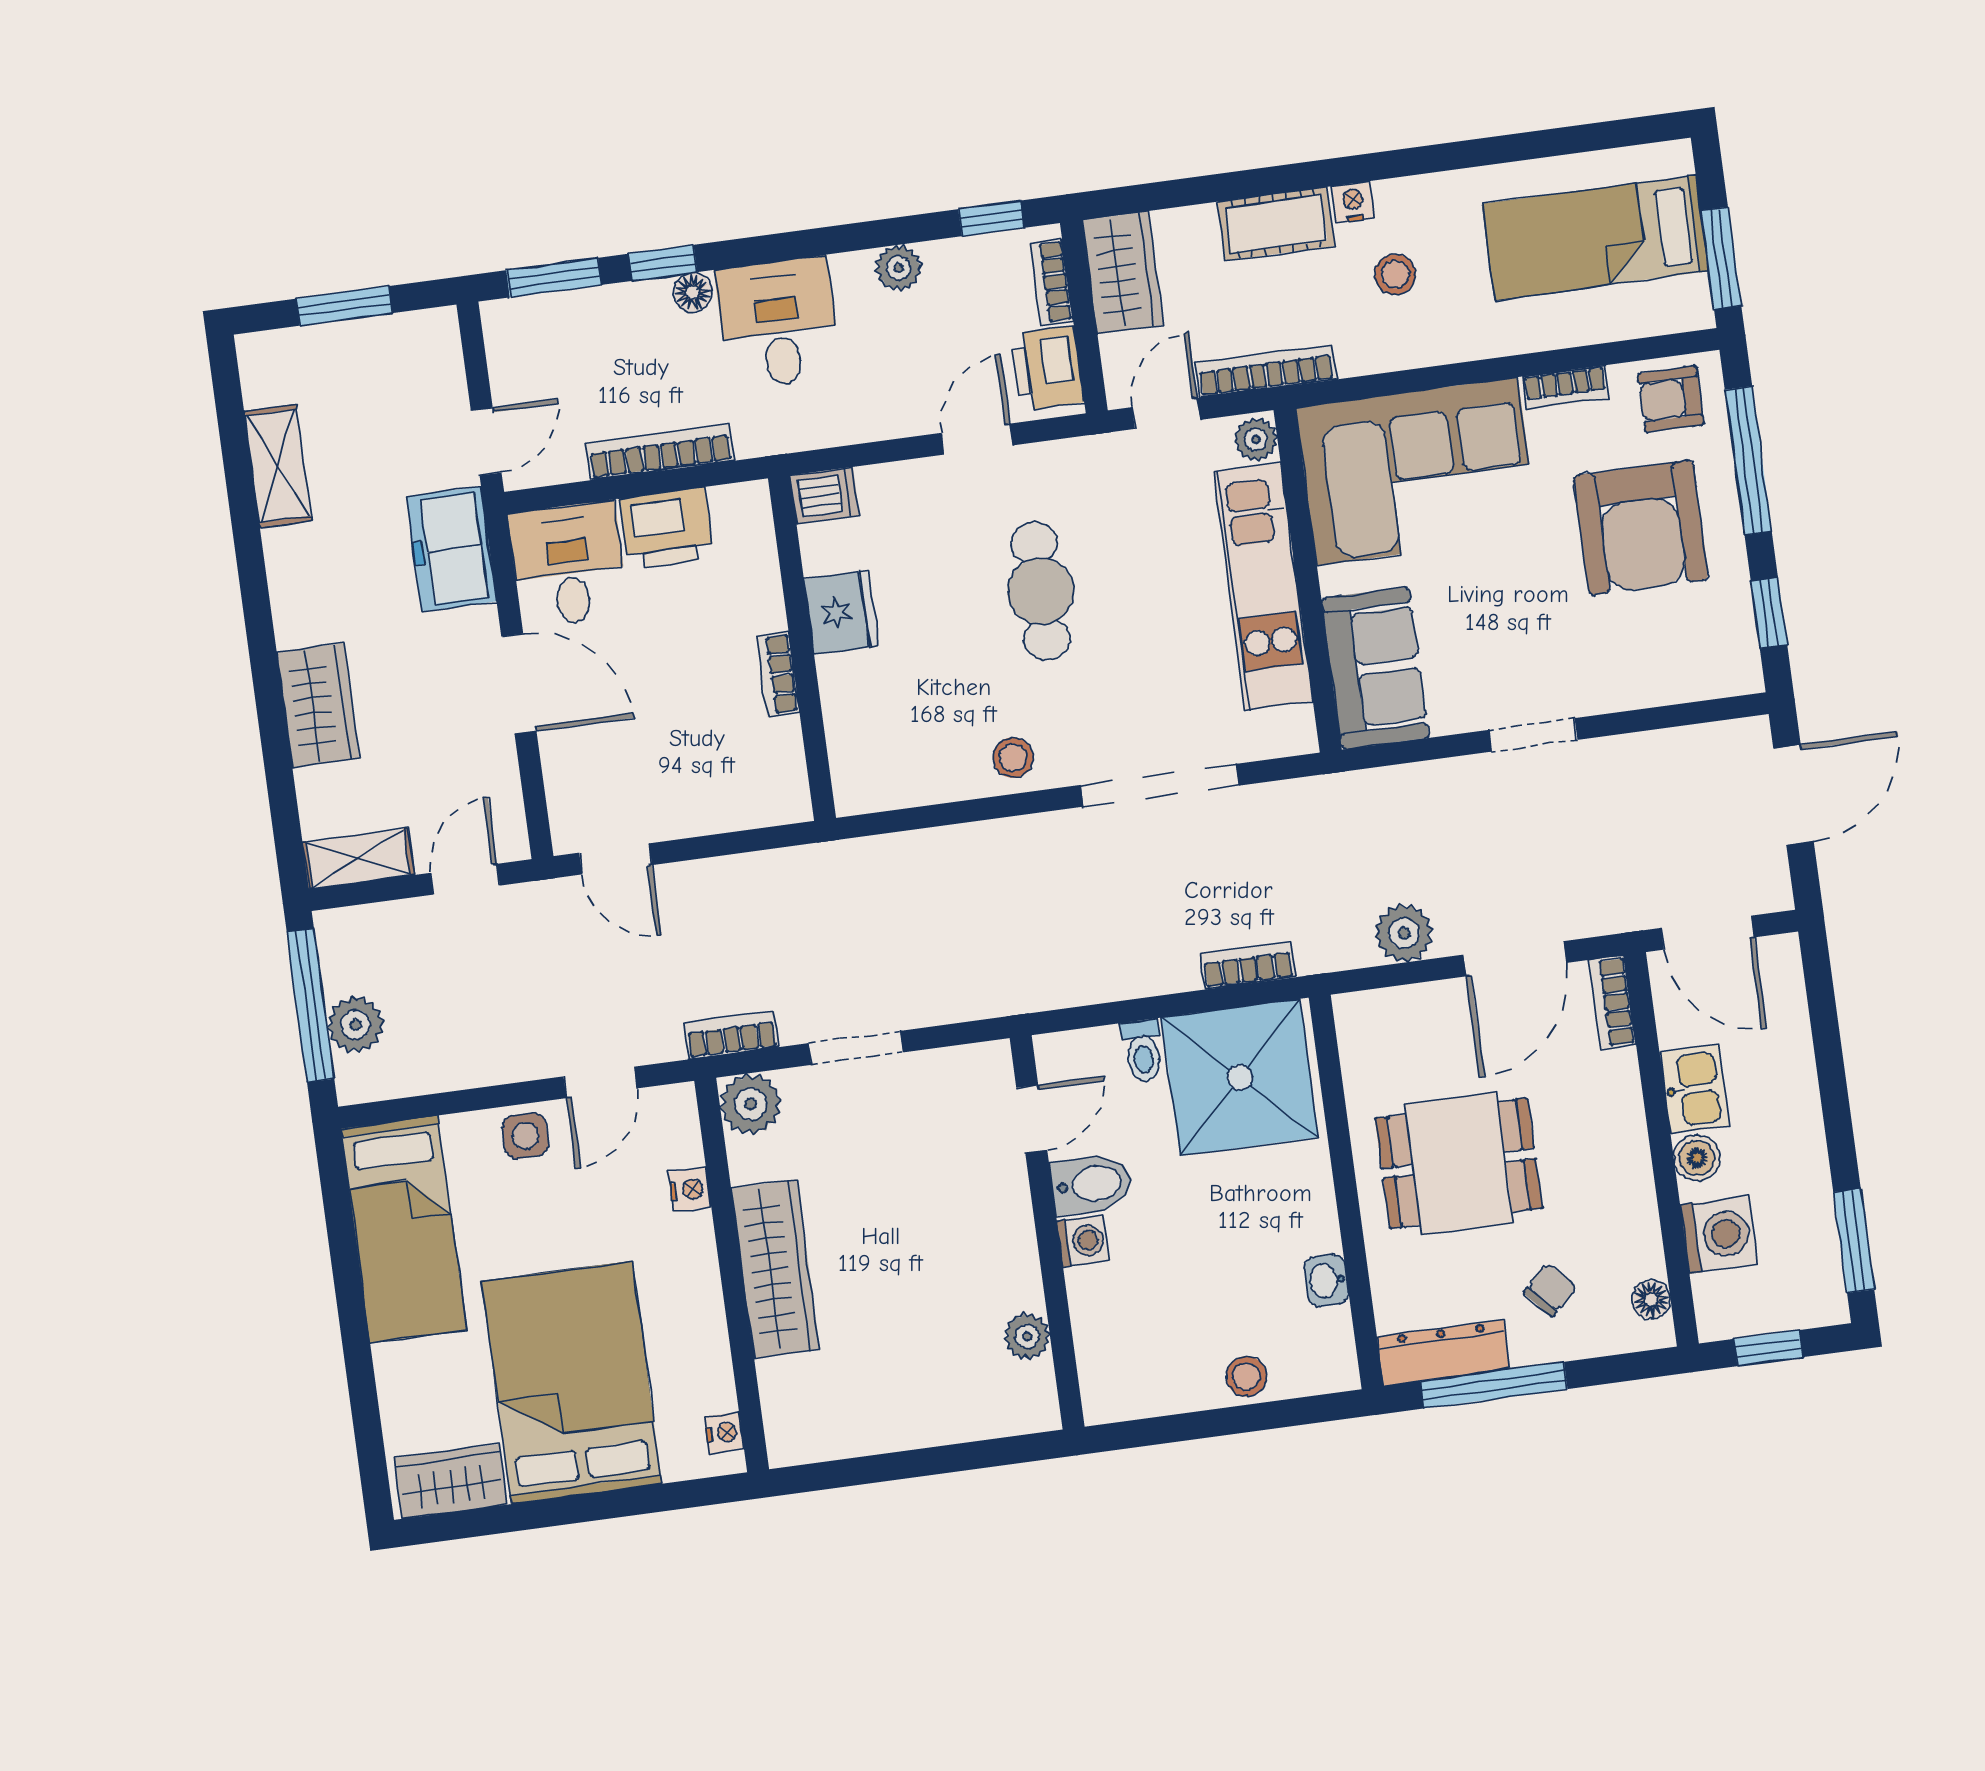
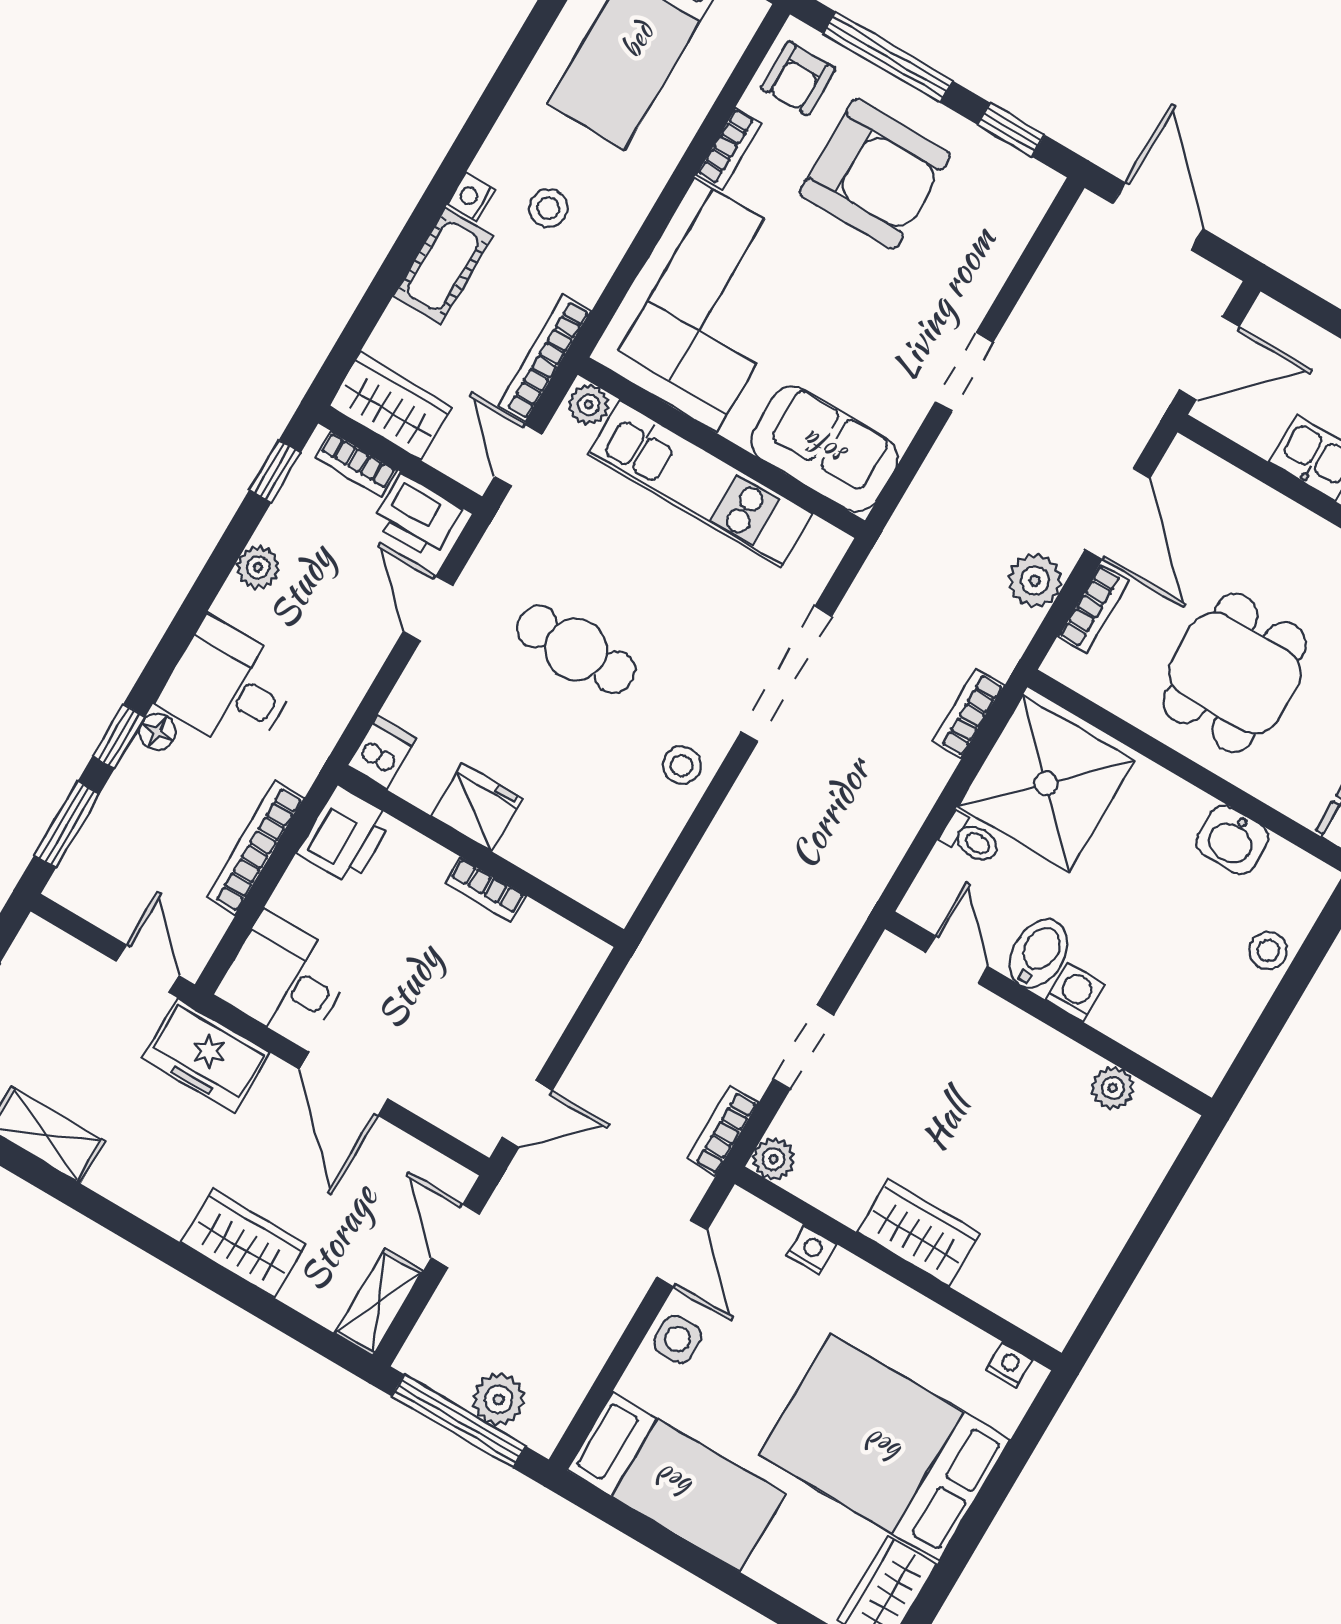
printer: (666, 528) -> (345, 835), moved
door: (519, 684) -> (344, 1084), swing flipped
bookcase: (1612, 1002) -> (1093, 608), moved, turned -90
plant: (751, 1104) -> (773, 1159), width x0.73, depth x0.73
wardrobe: (775, 1269) -> (919, 1233), width x0.67
washbasin: (1326, 1281) -> (1232, 840), width x1.38, depth x1.45

